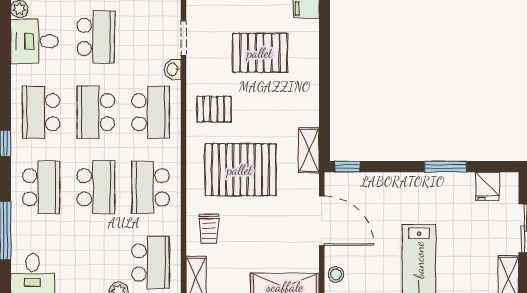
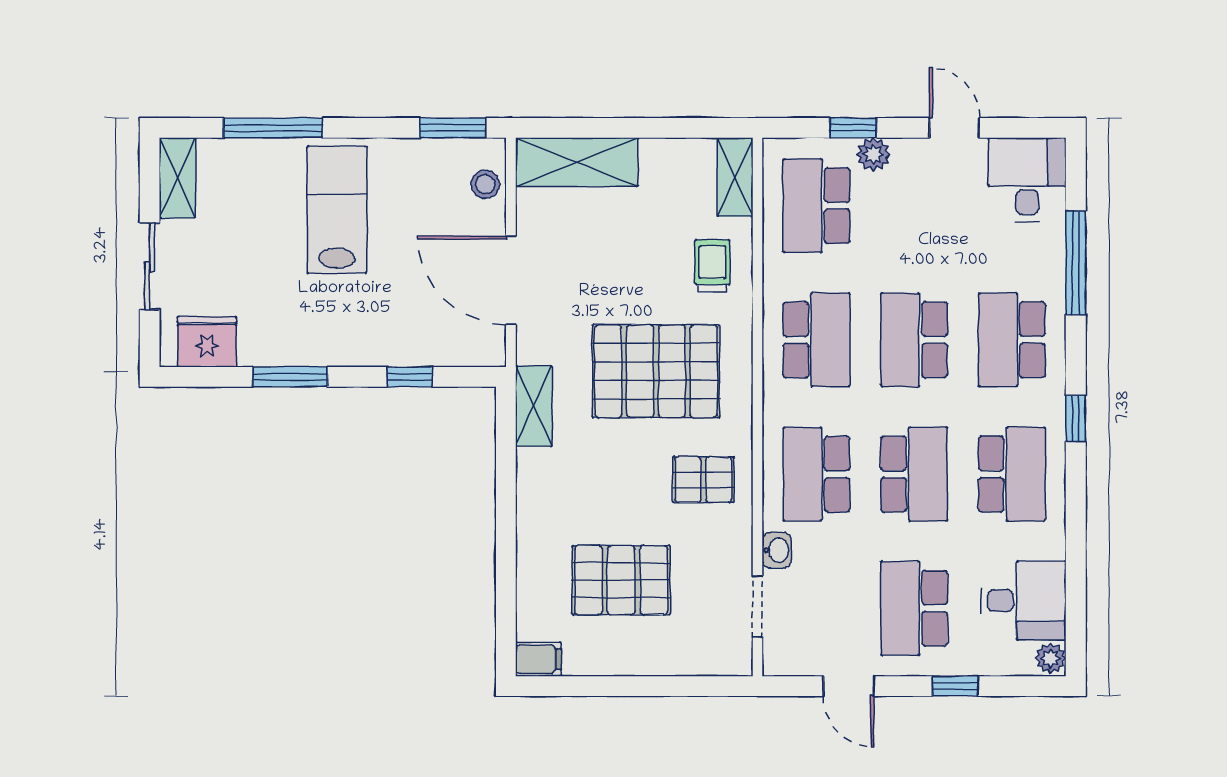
window: (348, 167) -> (410, 377), moved
fridge: (487, 186) -> (207, 342), width x1.38

